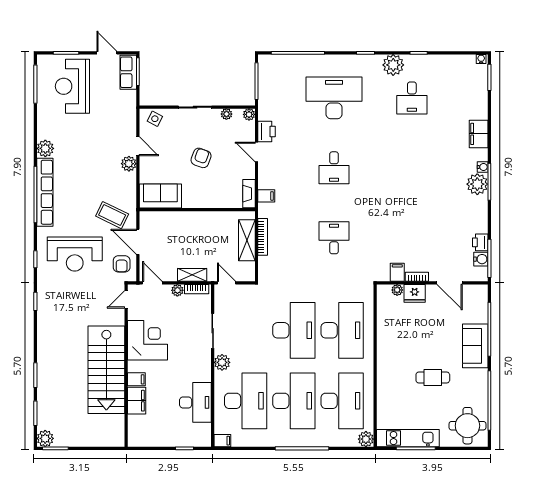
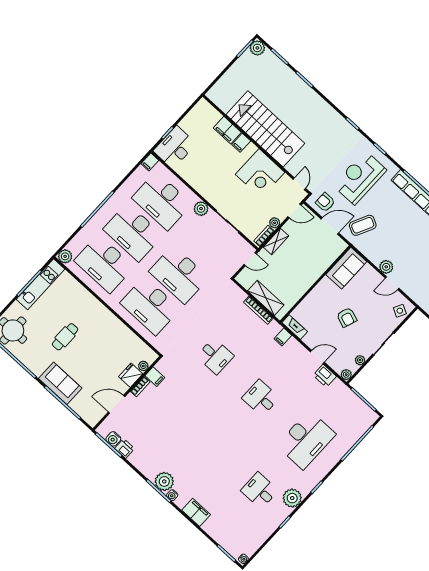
desk: (195, 402) -> (175, 147), moved, turned 90

